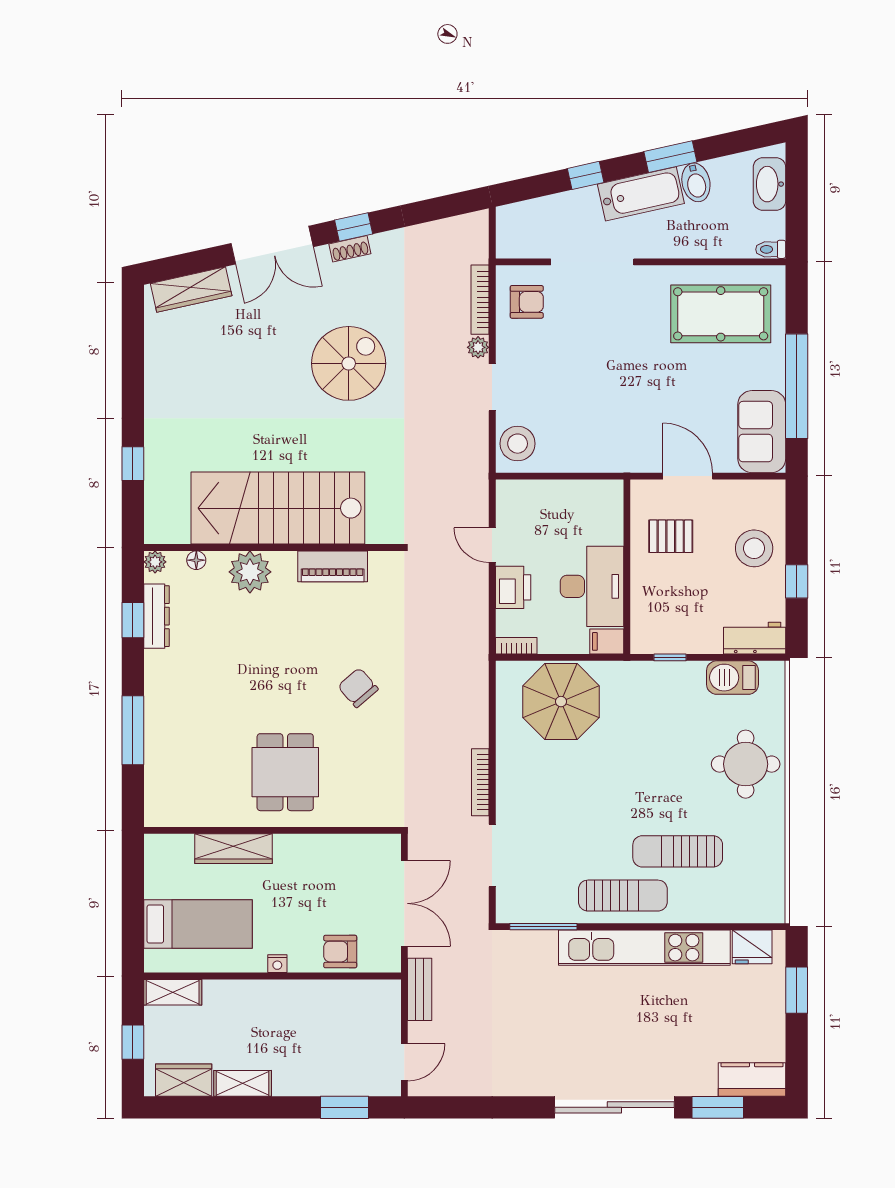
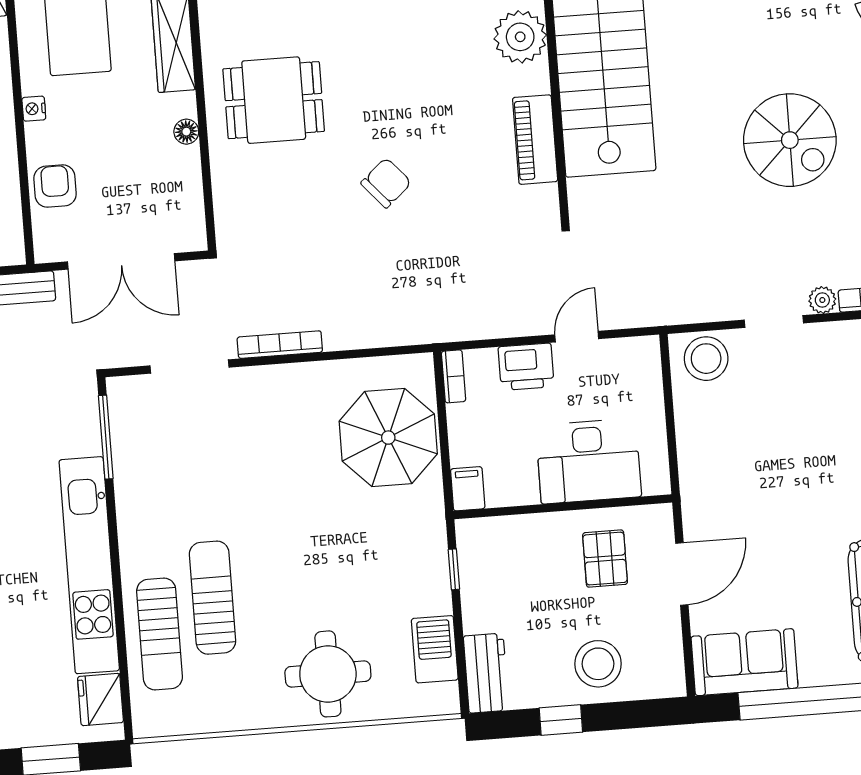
desk: (592, 586) -> (589, 461), moved
floor lamp: (305, 844) -> (186, 132), added
sun lounger: (623, 896) -> (160, 634), moved

